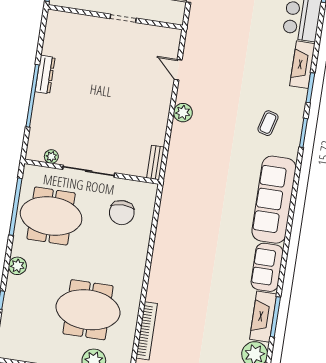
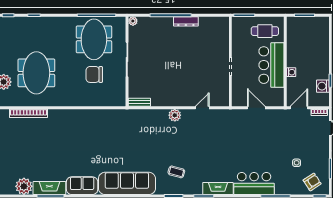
plant: (51, 157) -> (133, 21), moved
chair: (122, 213) -> (94, 74), moved
plant: (17, 266) -> (58, 22), removed

